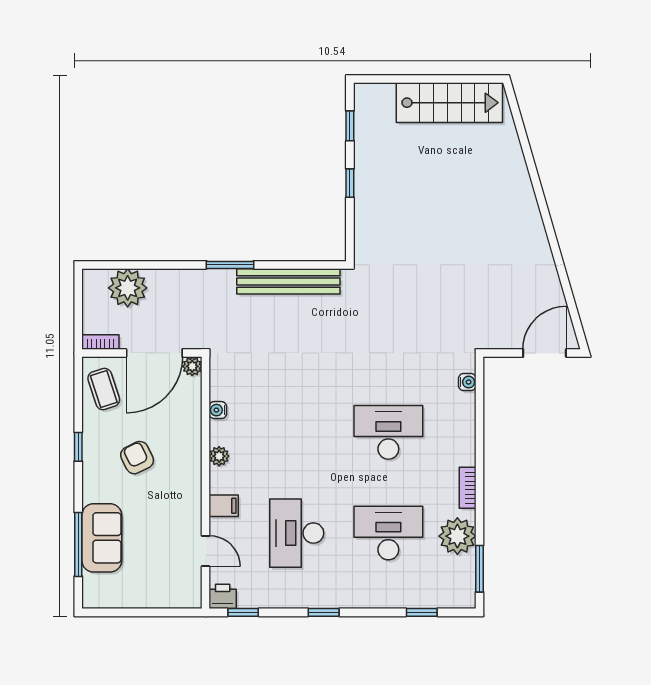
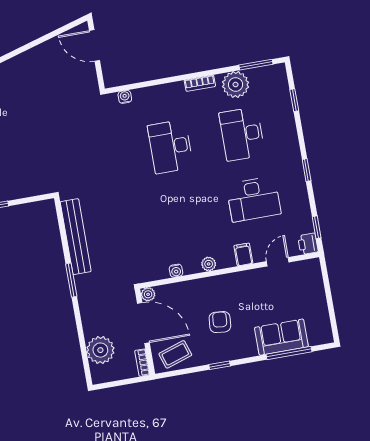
armchair: (137, 458) -> (220, 322), turned 121

